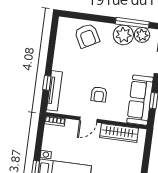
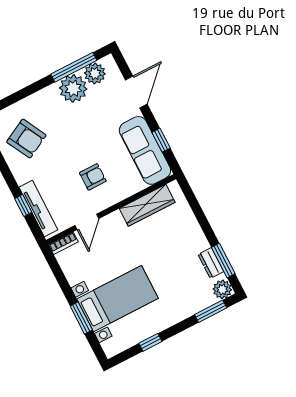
armchair: (87, 36) -> (26, 139), moved
armchair: (99, 94) -> (93, 177), turned -90
door: (88, 120) -> (87, 222), moved

